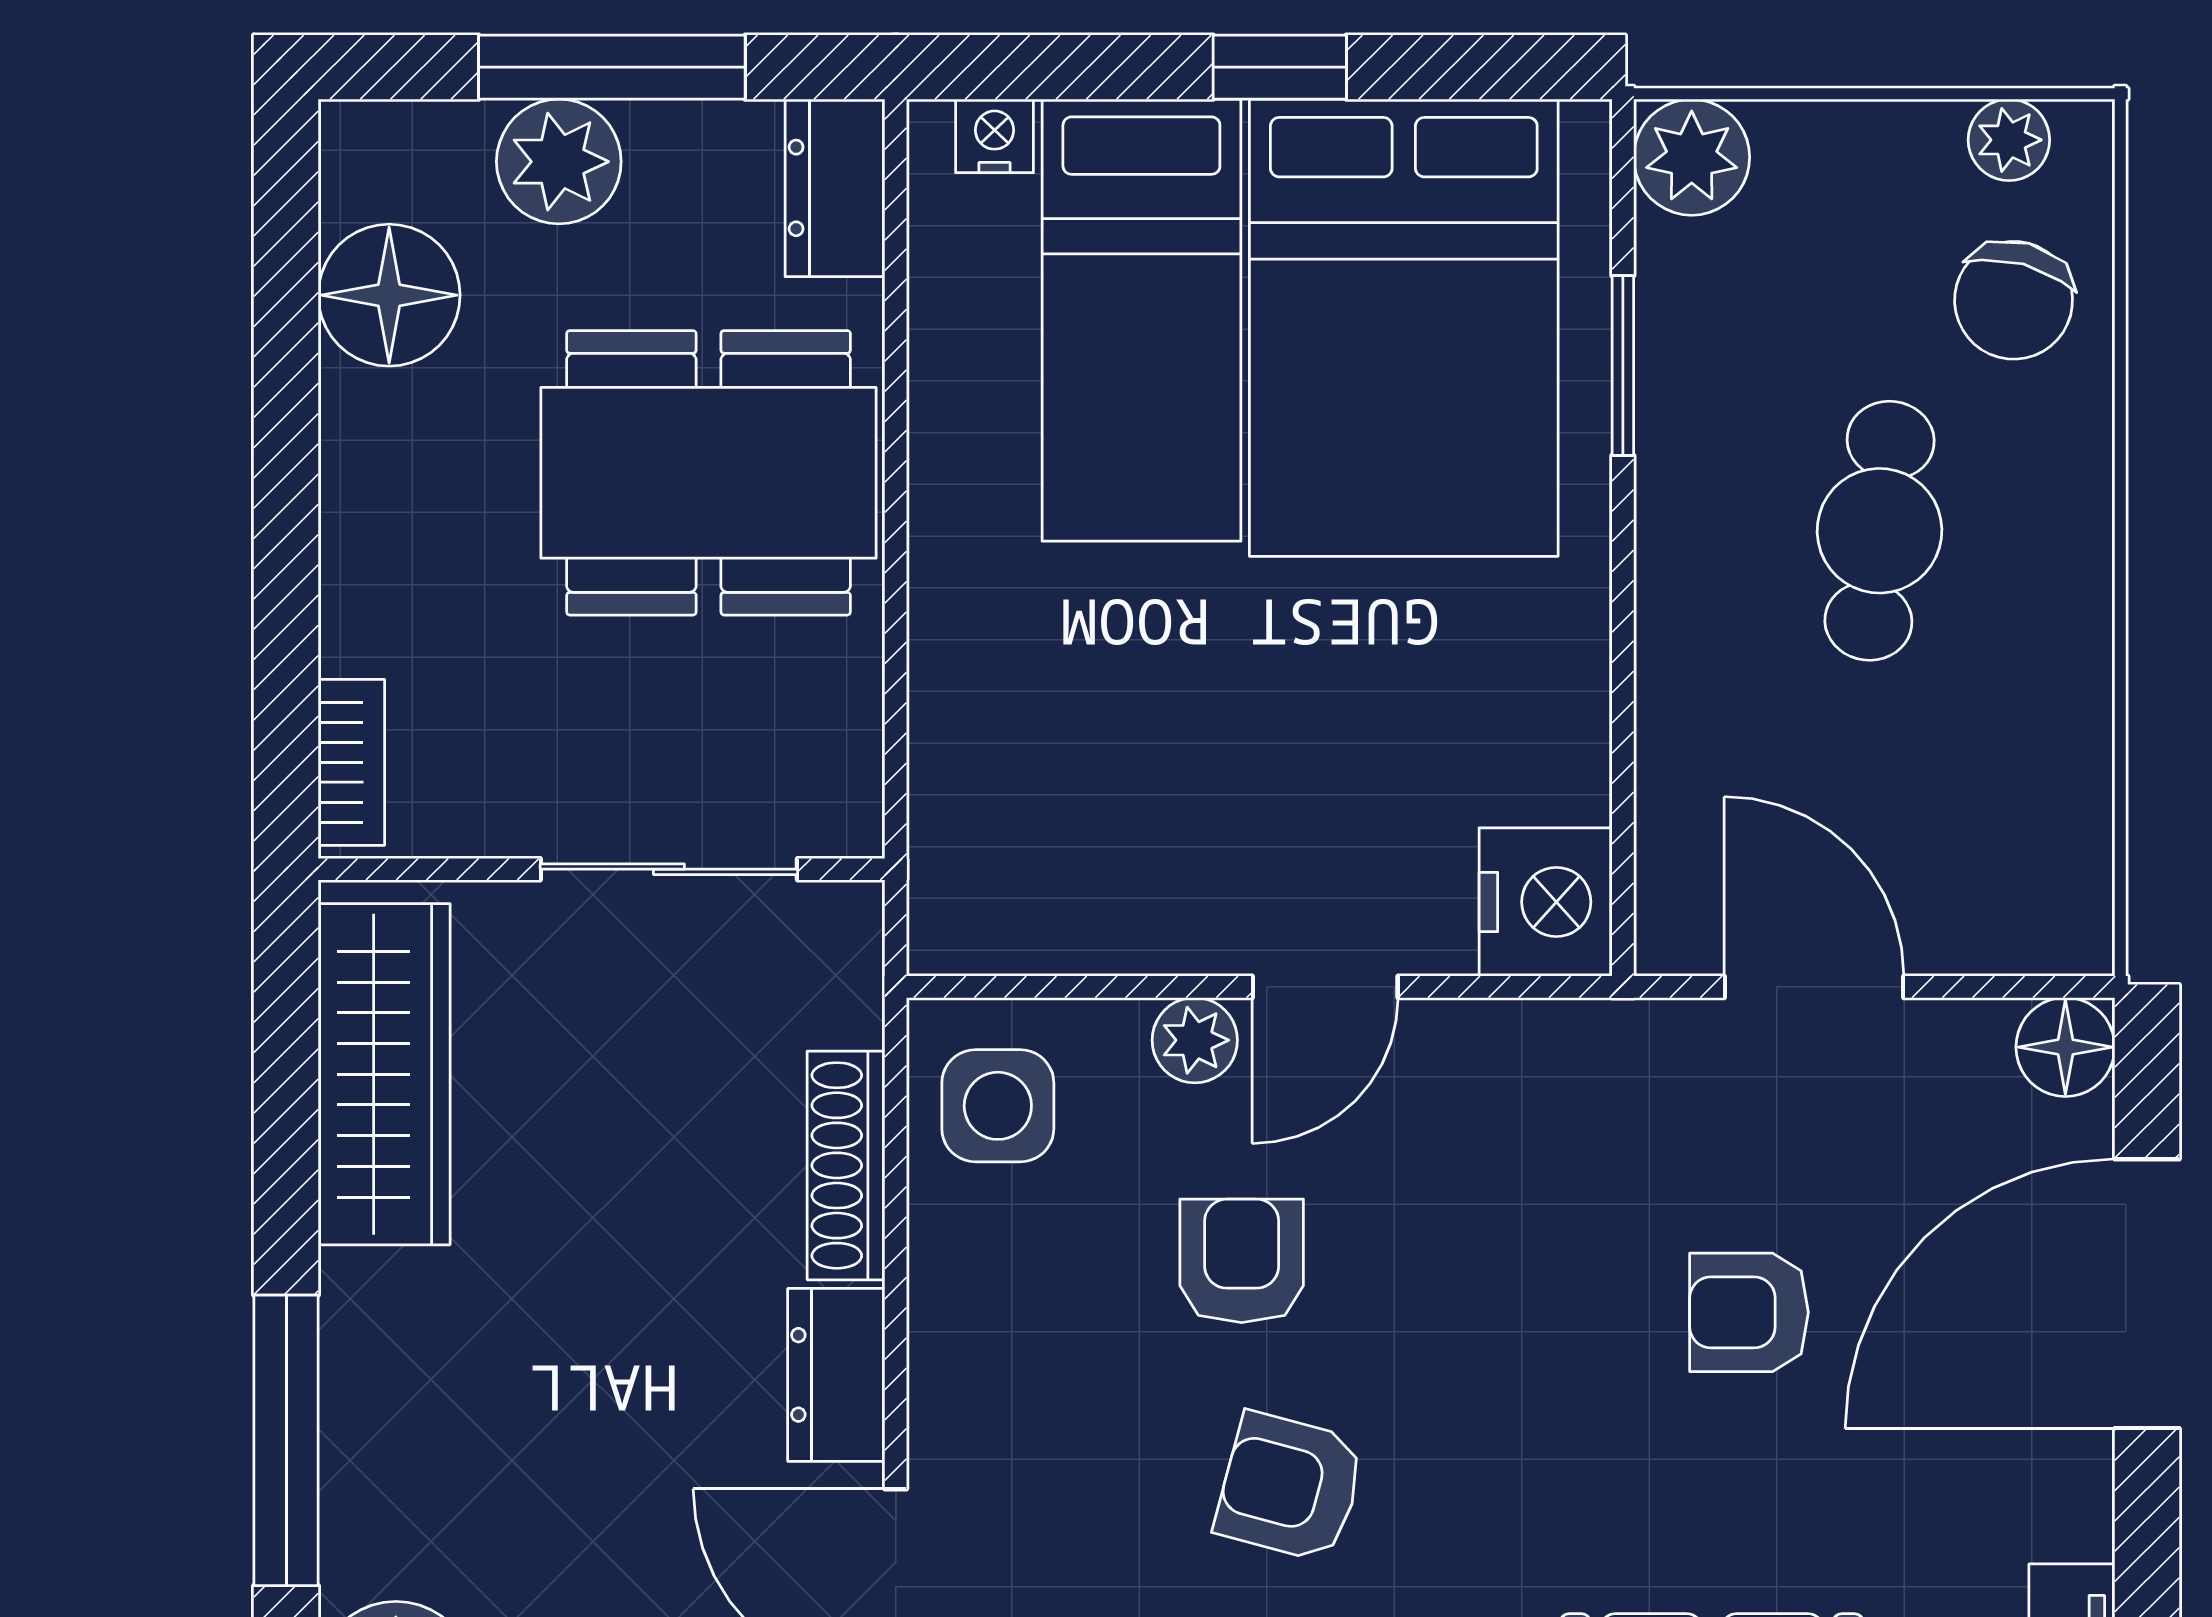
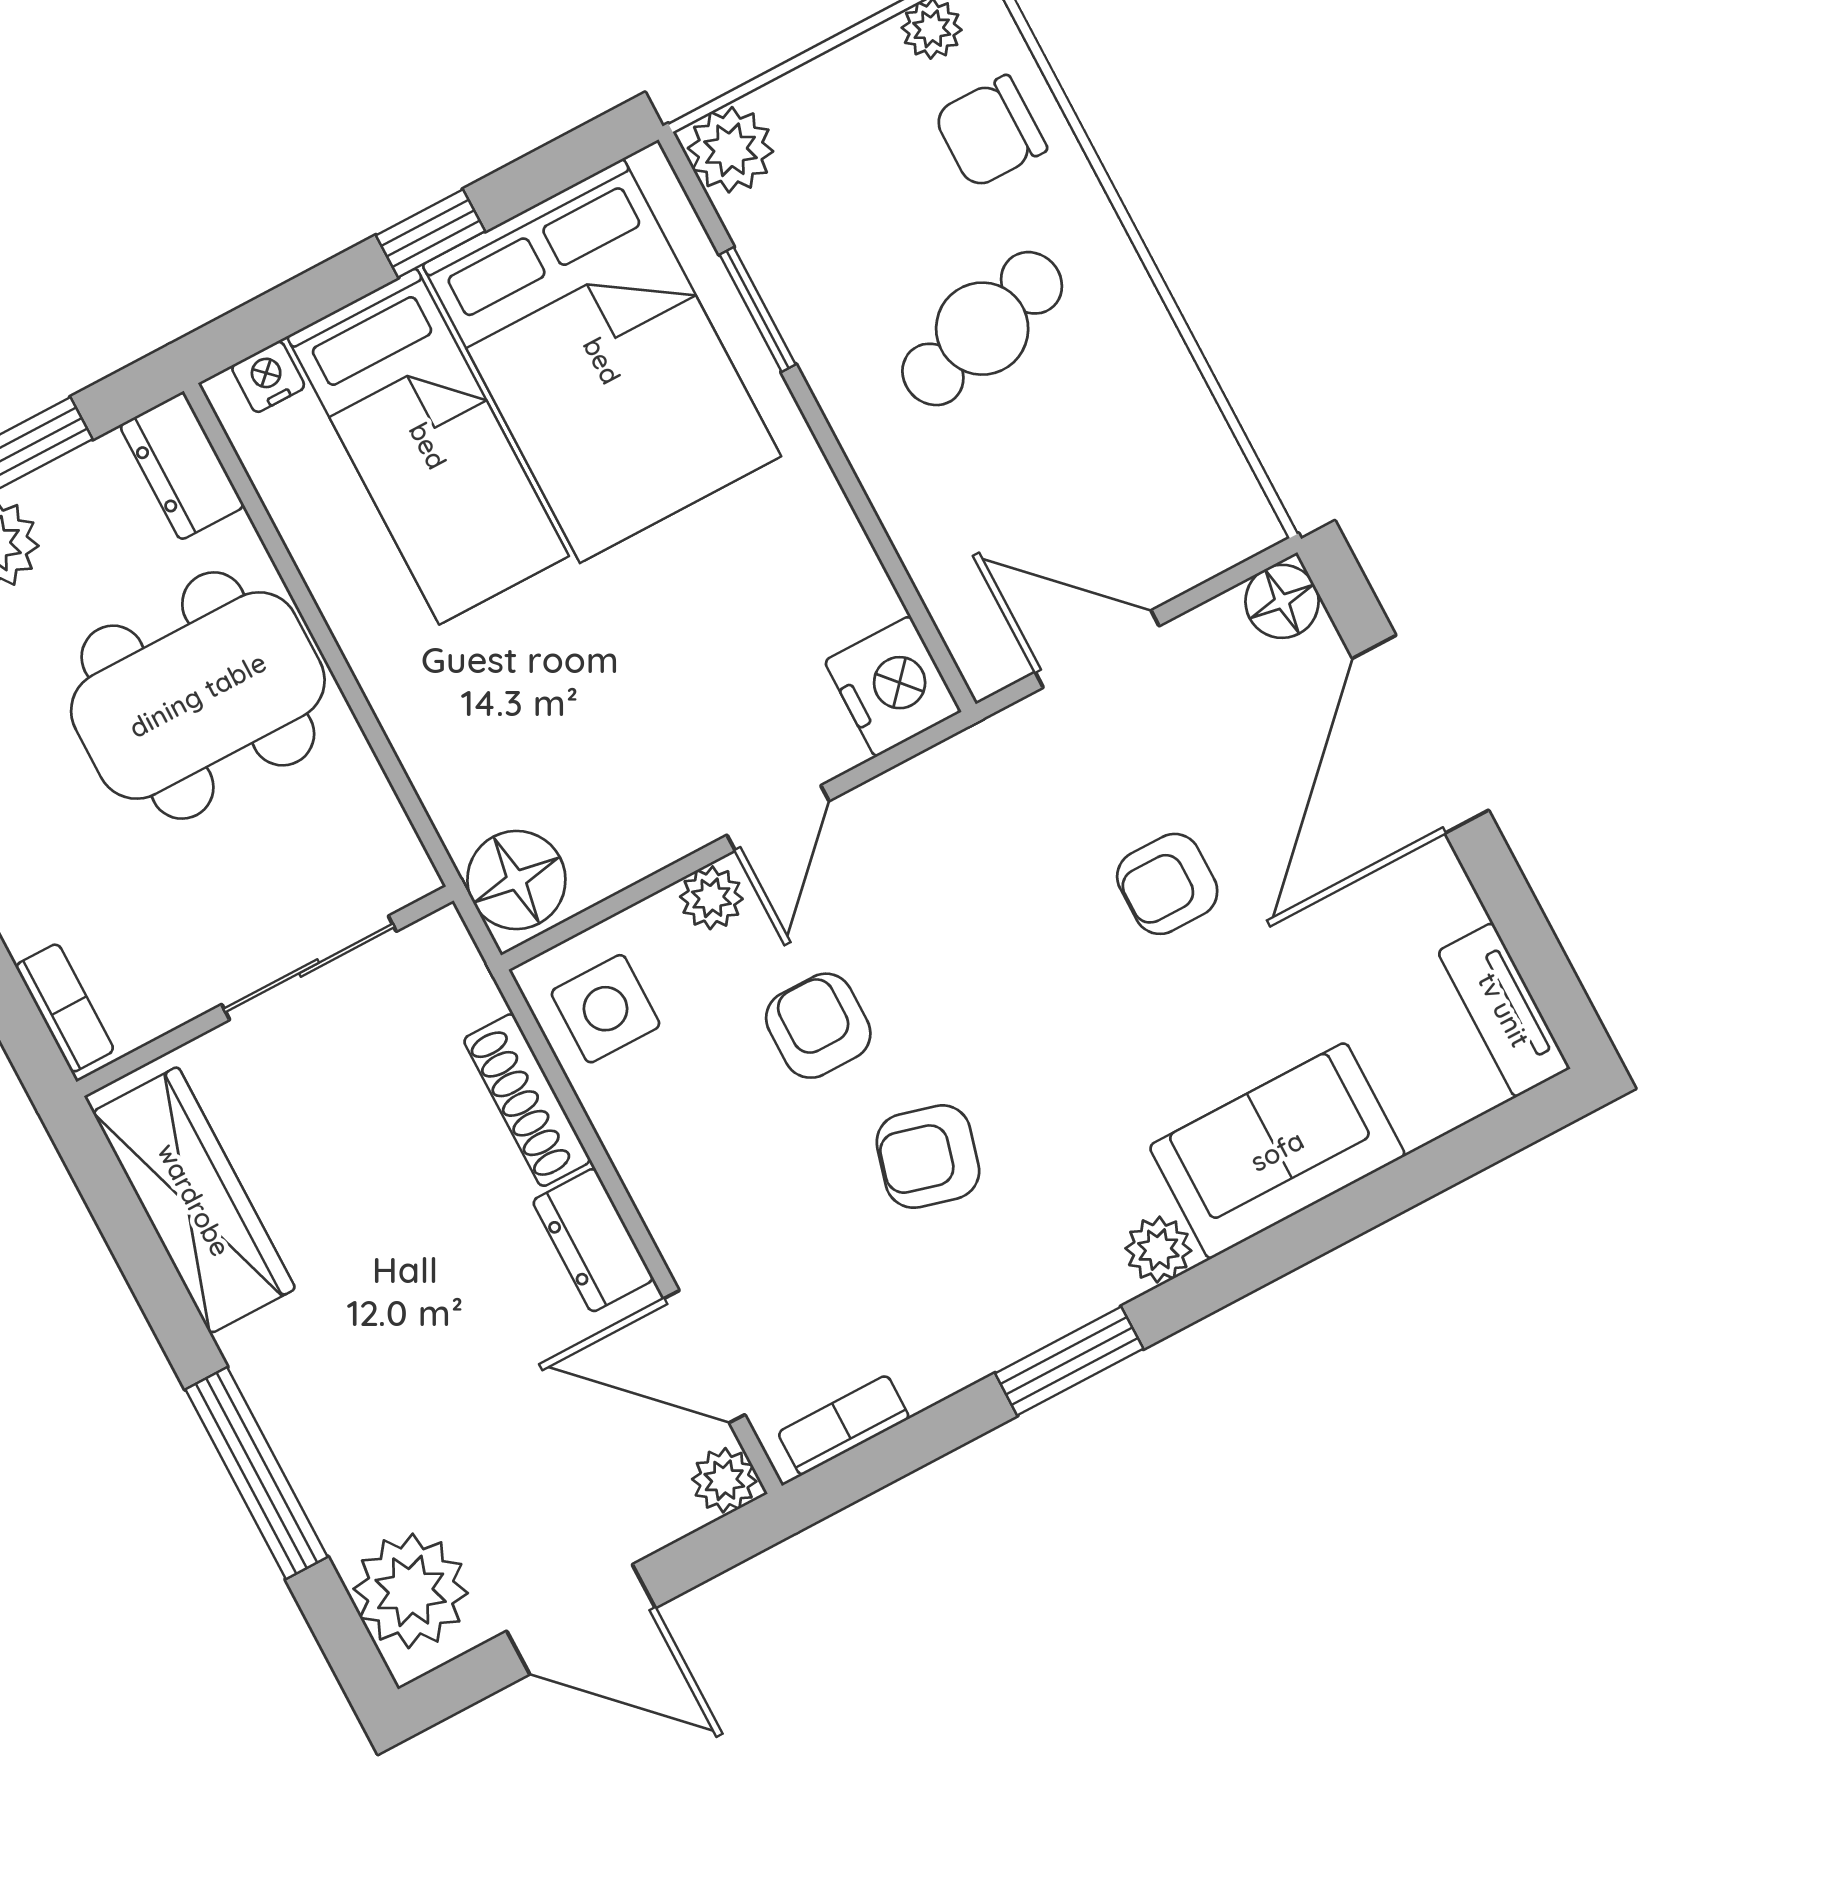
chair: (2014, 300) -> (990, 132), turned 75
cafe table: (1879, 531) -> (982, 329), turned 68
floor lamp: (973, 895) -> (516, 880), added

